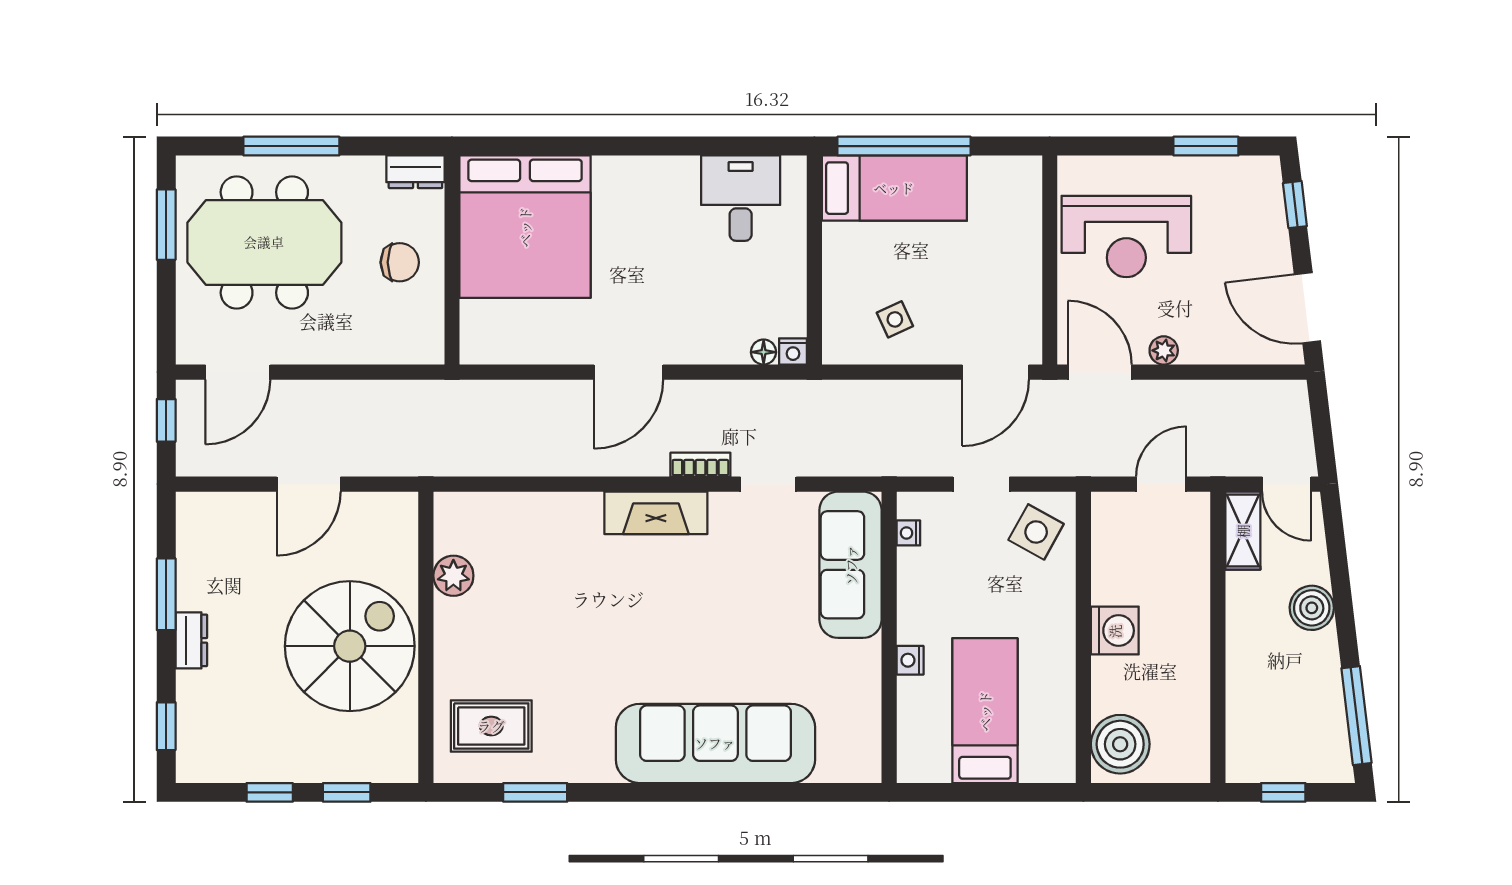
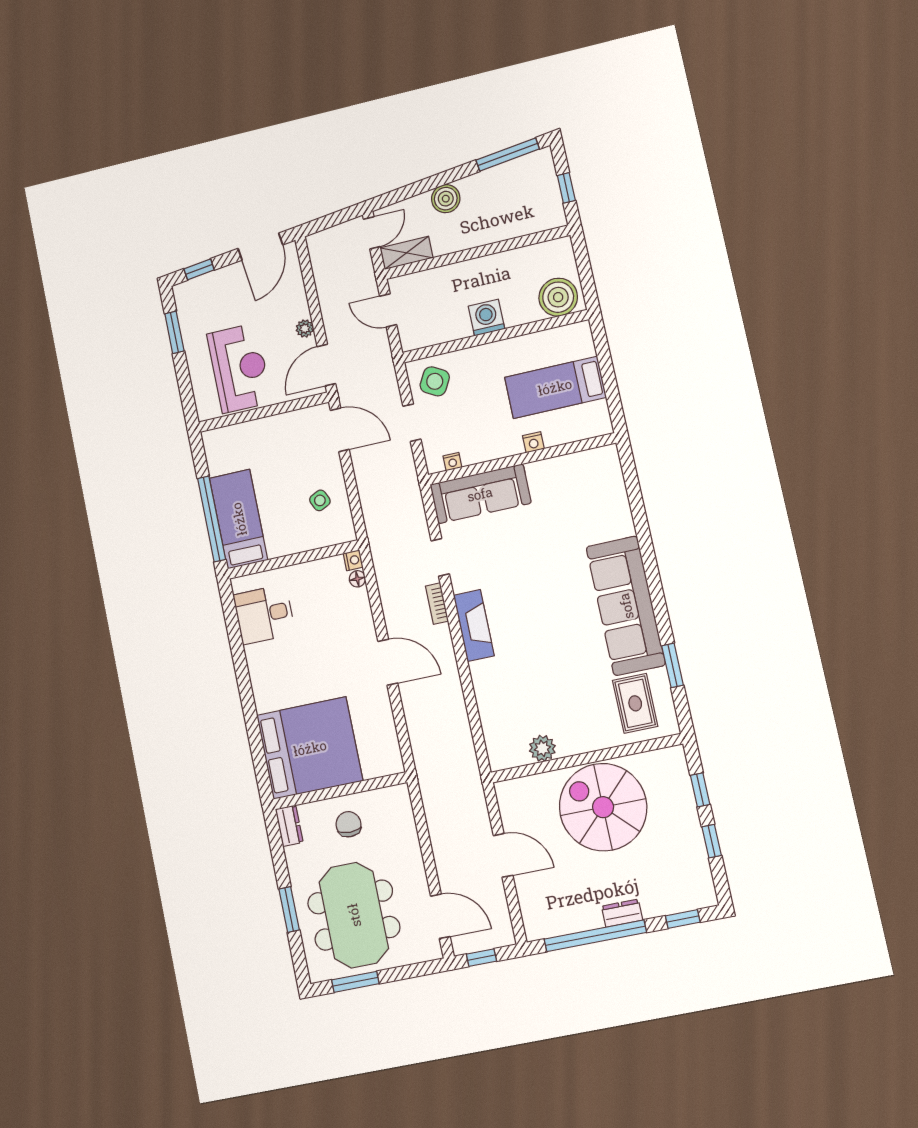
window: (291, 146) -> (289, 910), width x0.69
window: (166, 594) -> (595, 936), width x2.11
sofa: (715, 743) -> (626, 606), moved

